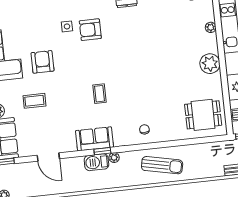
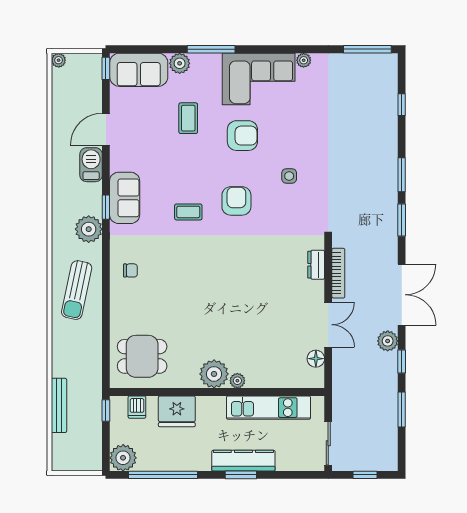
plant: (211, 27) -> (237, 381), moved
armchair: (90, 30) -> (236, 201), moved
dining table: (203, 115) -> (142, 356), turned 90
plant: (114, 158) -> (89, 229), width x1.88, depth x1.88
barbecue: (96, 162) -> (91, 165), moved

